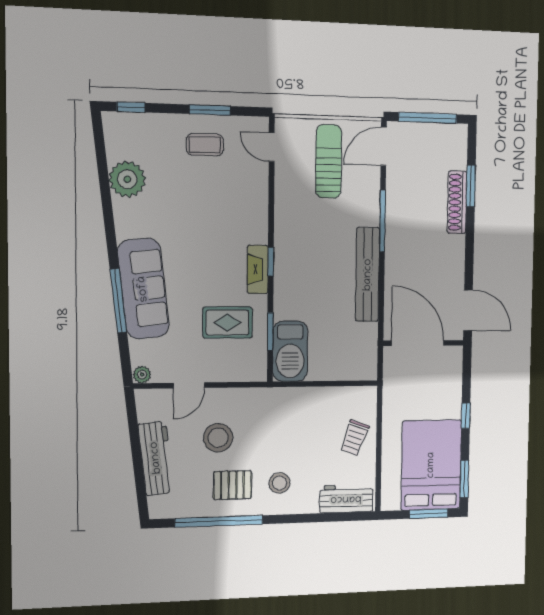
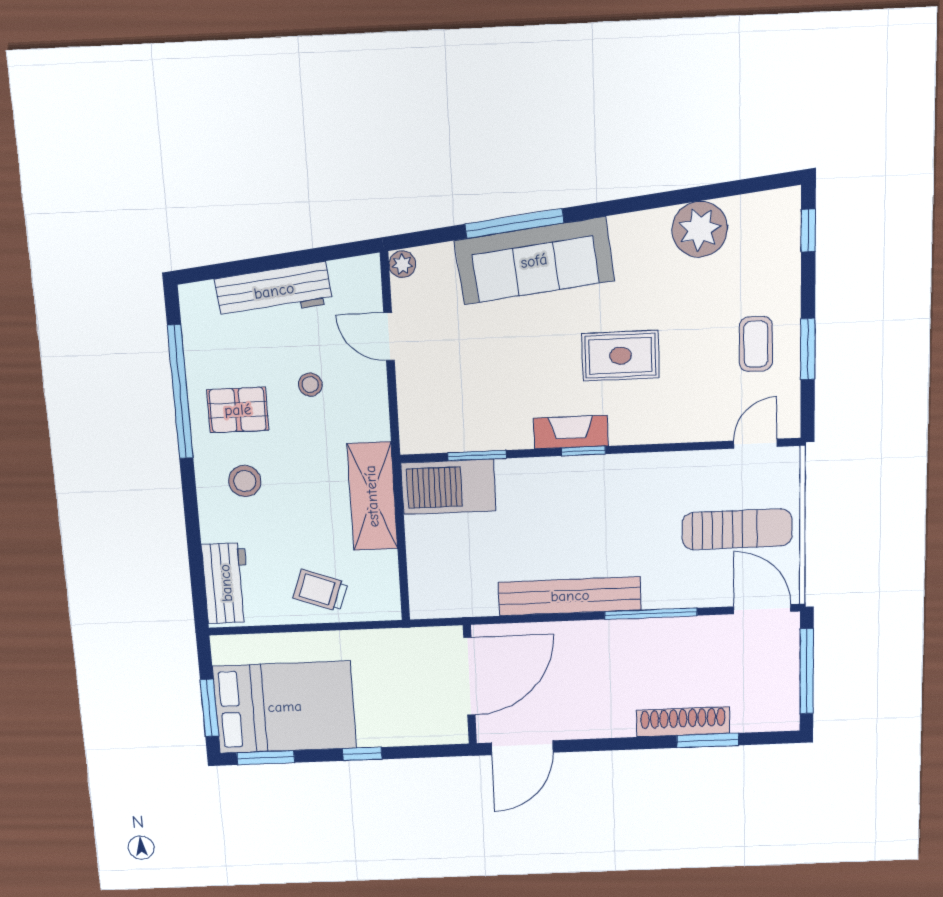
rug: (227, 323) -> (620, 356), moved, turned 90
shelving: (294, 401) -> (372, 496), added
stool: (218, 438) -> (310, 385), width x0.53, depth x0.53
pallet: (232, 485) -> (238, 410), turned 90

